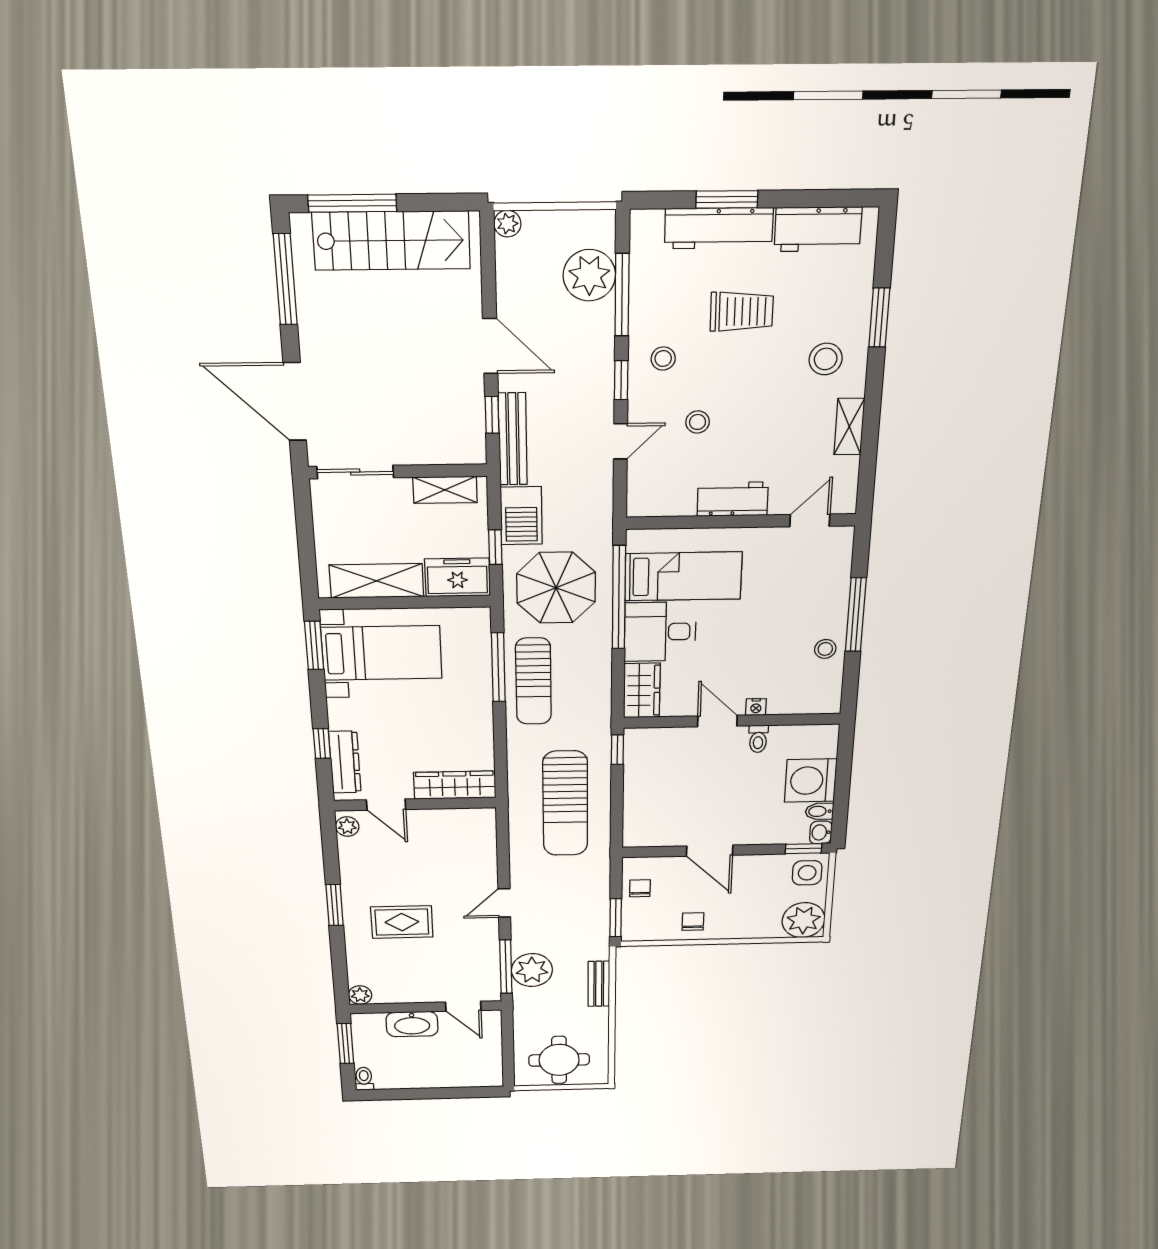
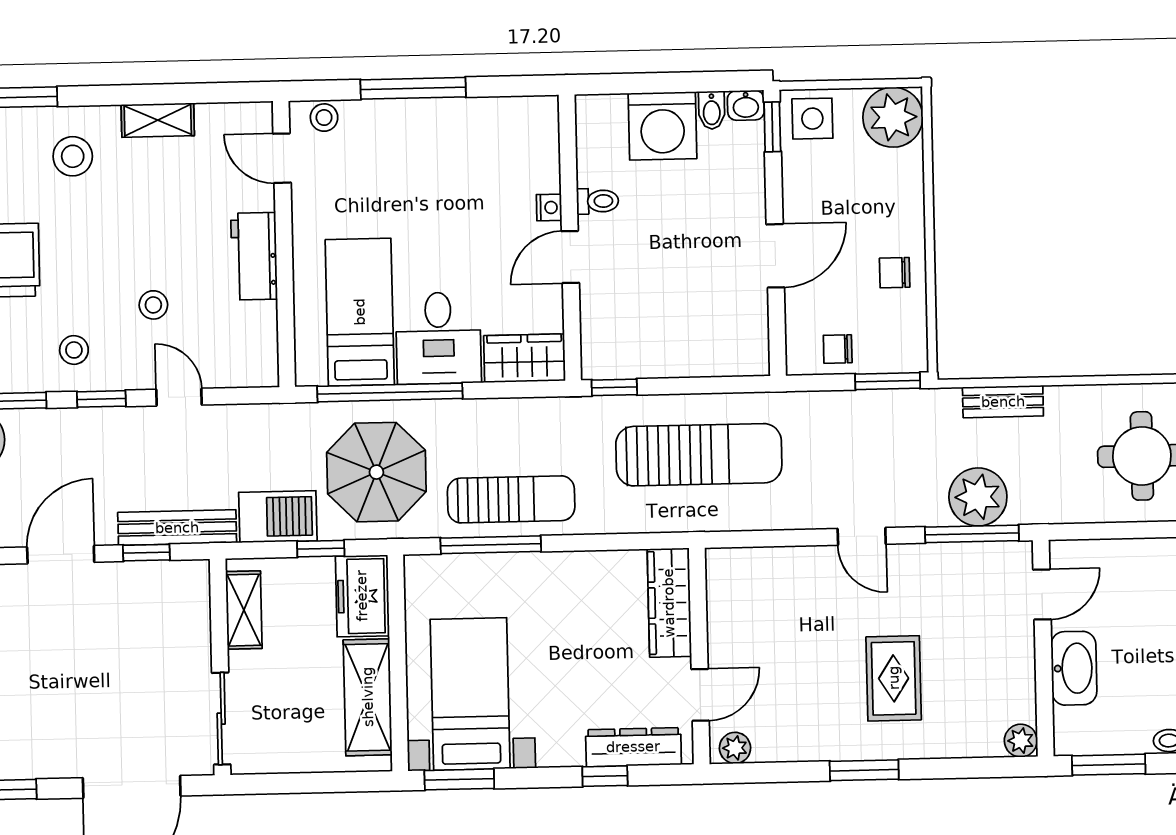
stool: (825, 649) -> (324, 118), moved

